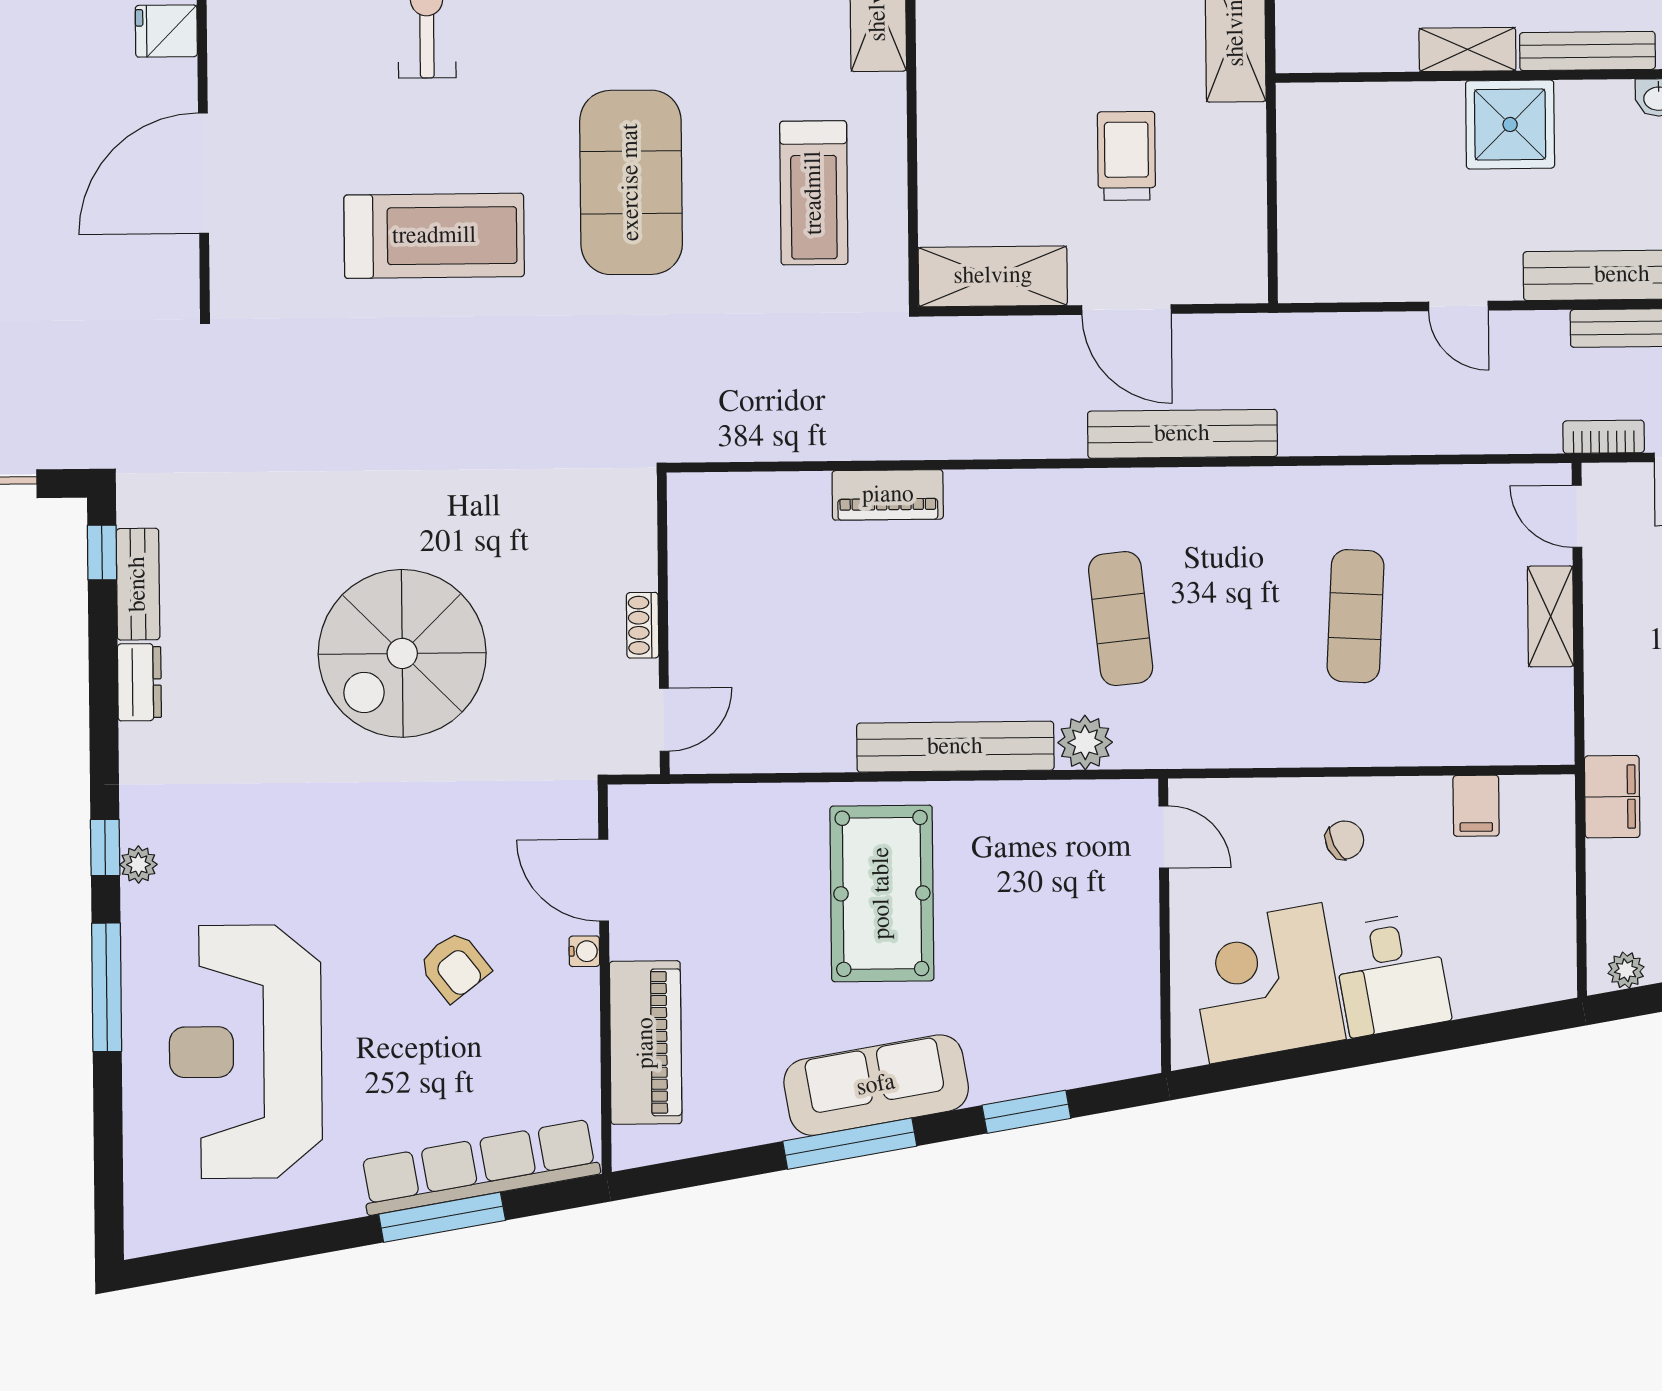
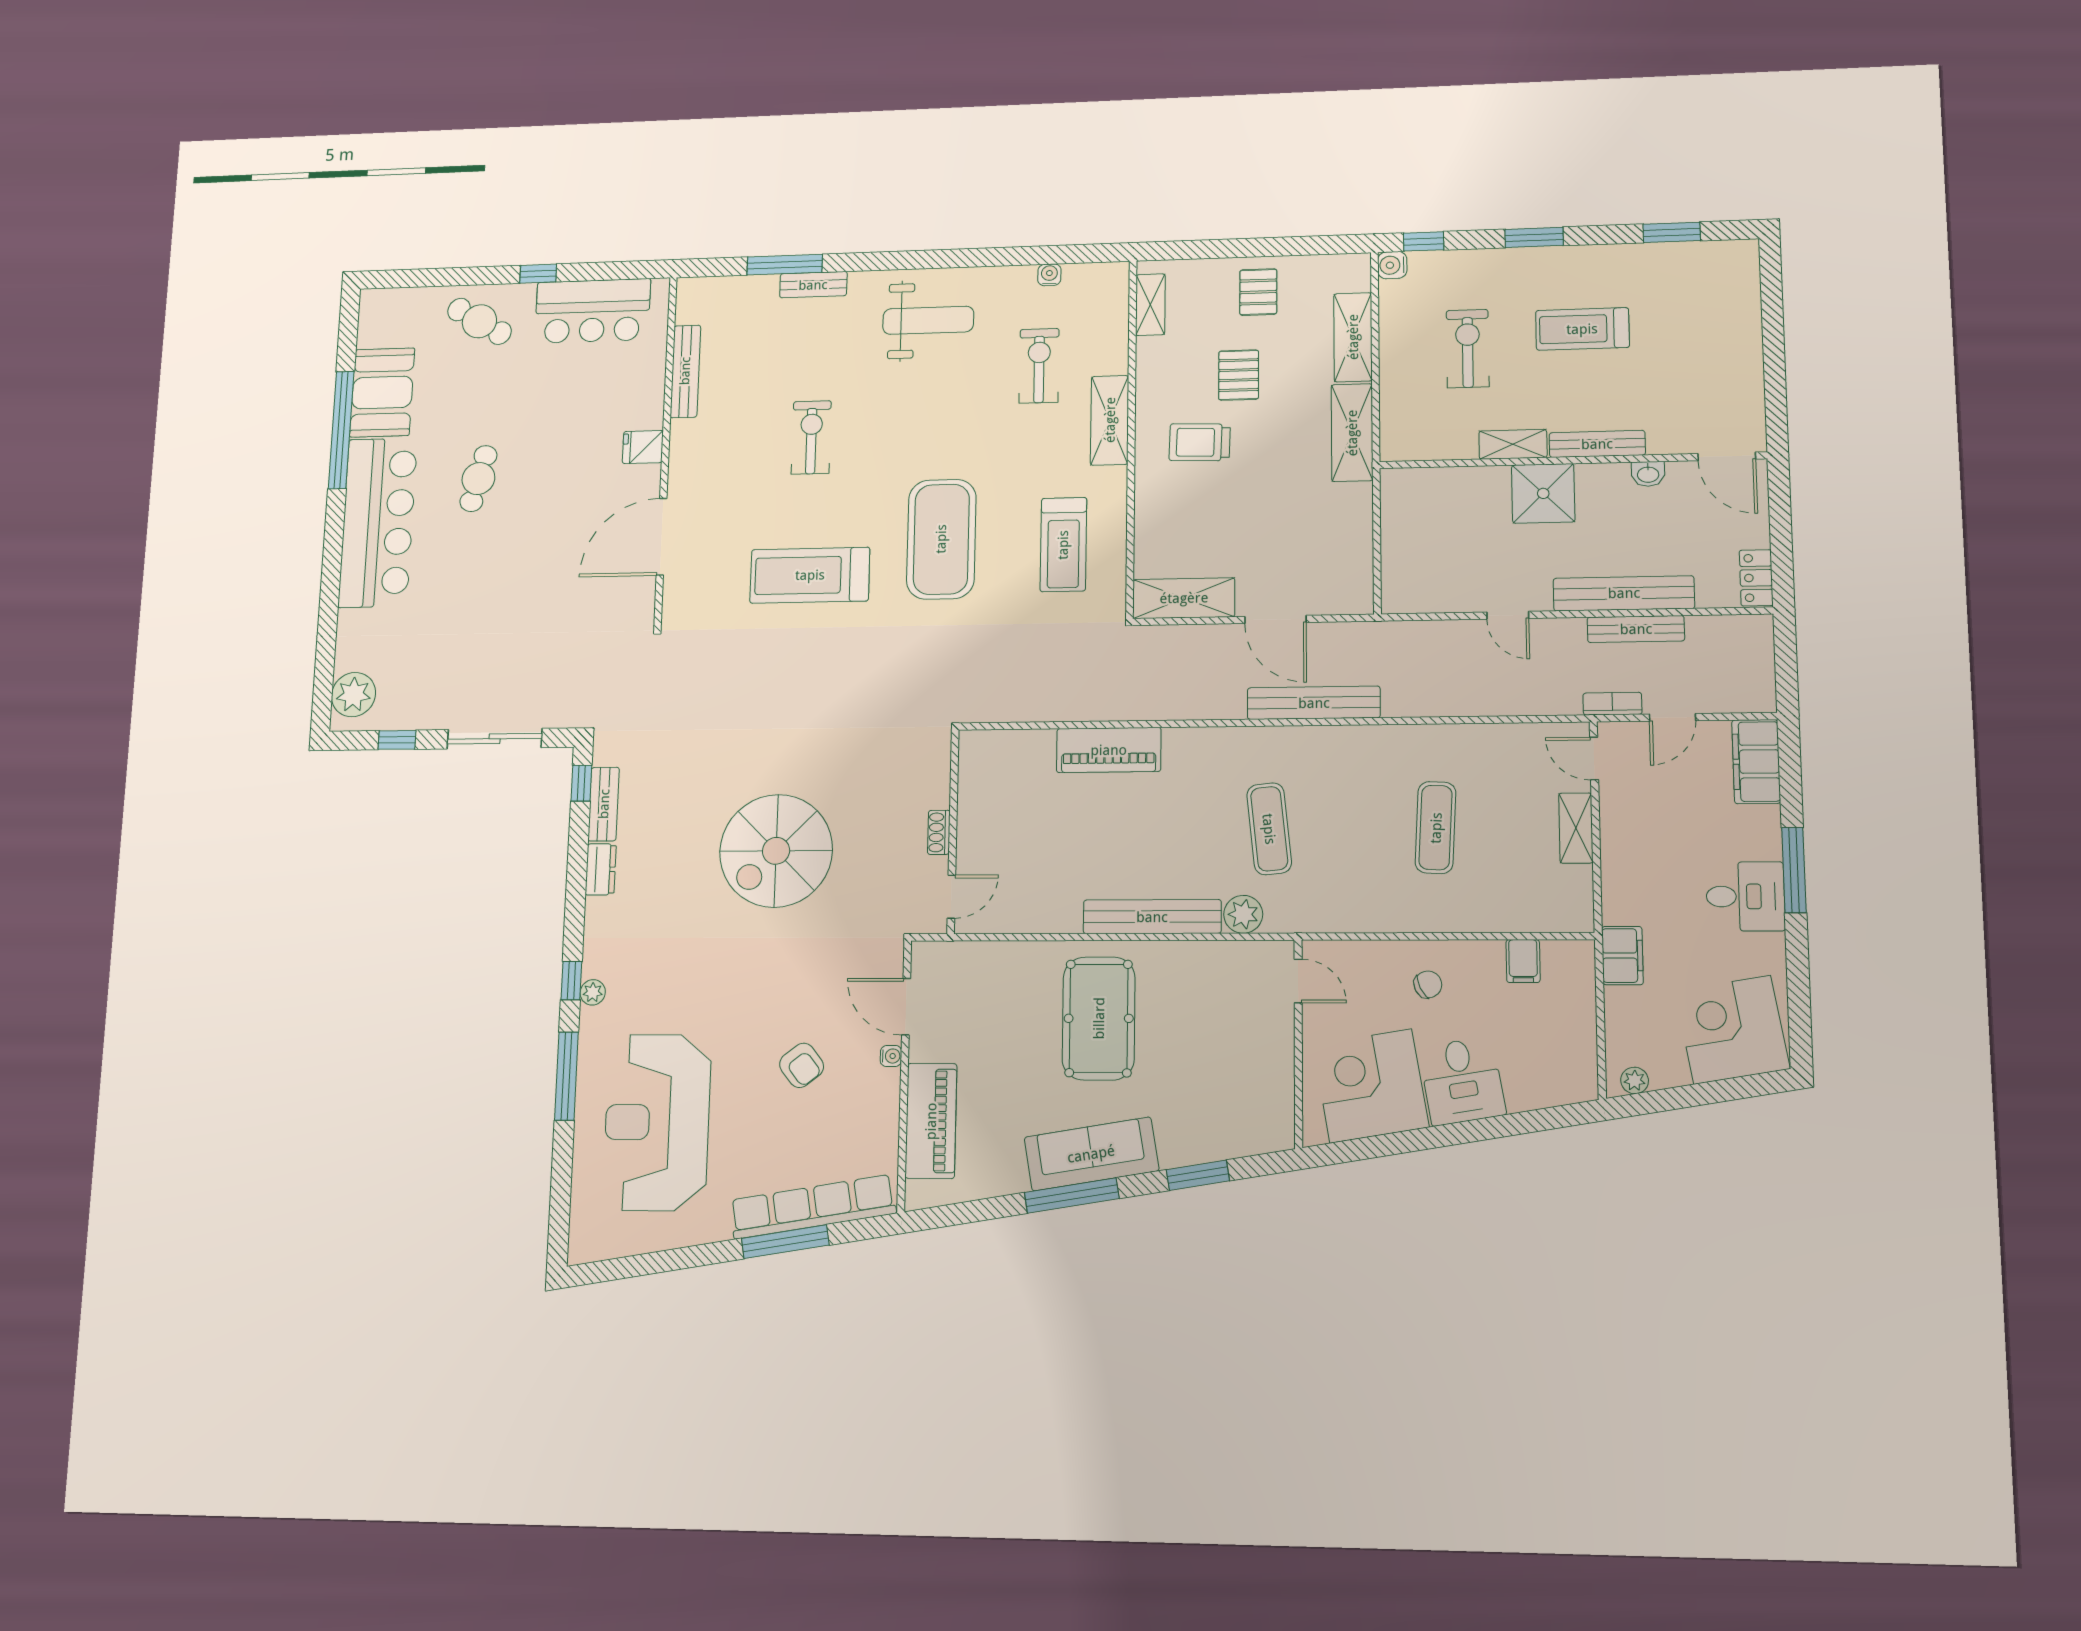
trolley: (1126, 156) -> (1200, 442), moved, turned -88
treadmill: (434, 236) -> (810, 575), turned 180
piano: (888, 495) -> (1109, 750), width x1.37, depth x1.33

